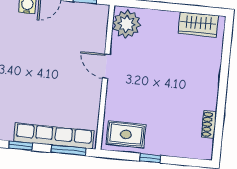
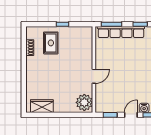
door: (106, 66) -> (94, 76), hinge flipped
rug: (126, 134) -> (51, 43), moved, turned 90

